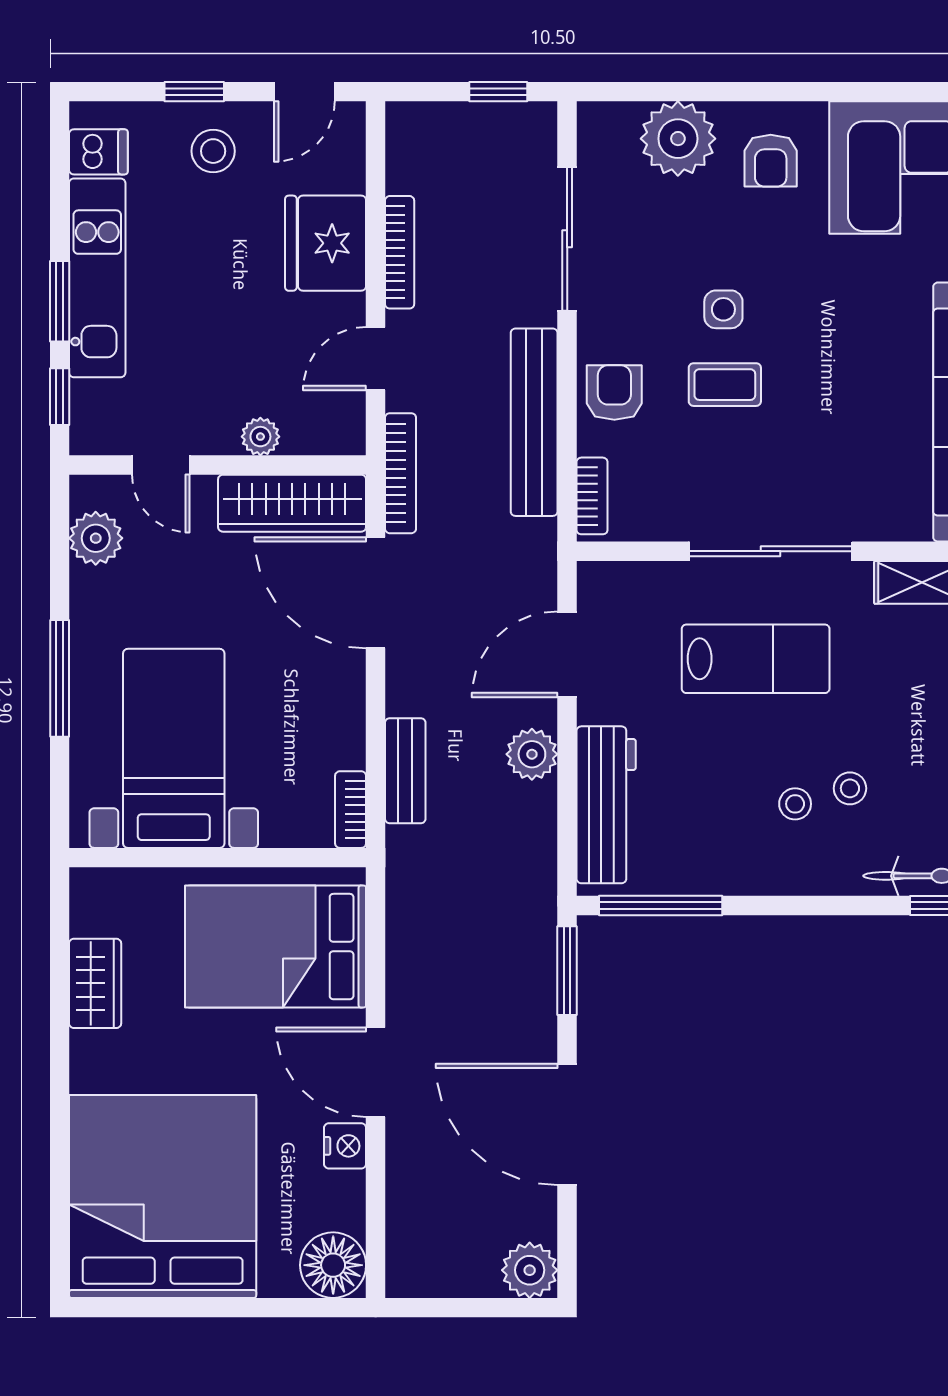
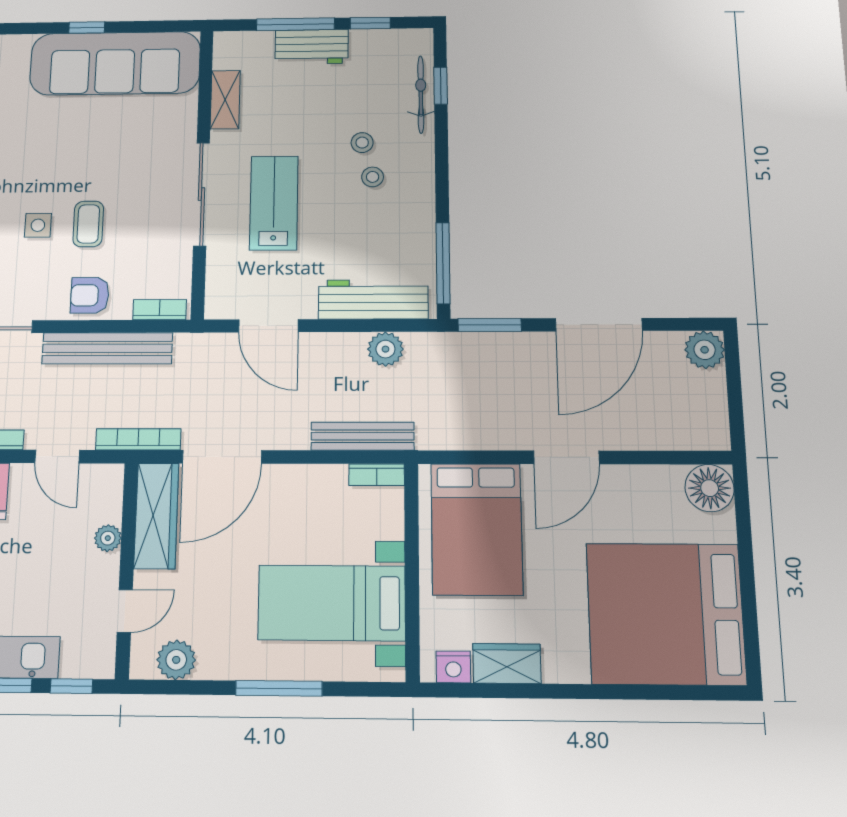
plant: (532, 754) -> (385, 349), moved
bench: (405, 771) -> (363, 436), width x1.36
nightstand: (345, 1146) -> (453, 667), moved, turned 180

